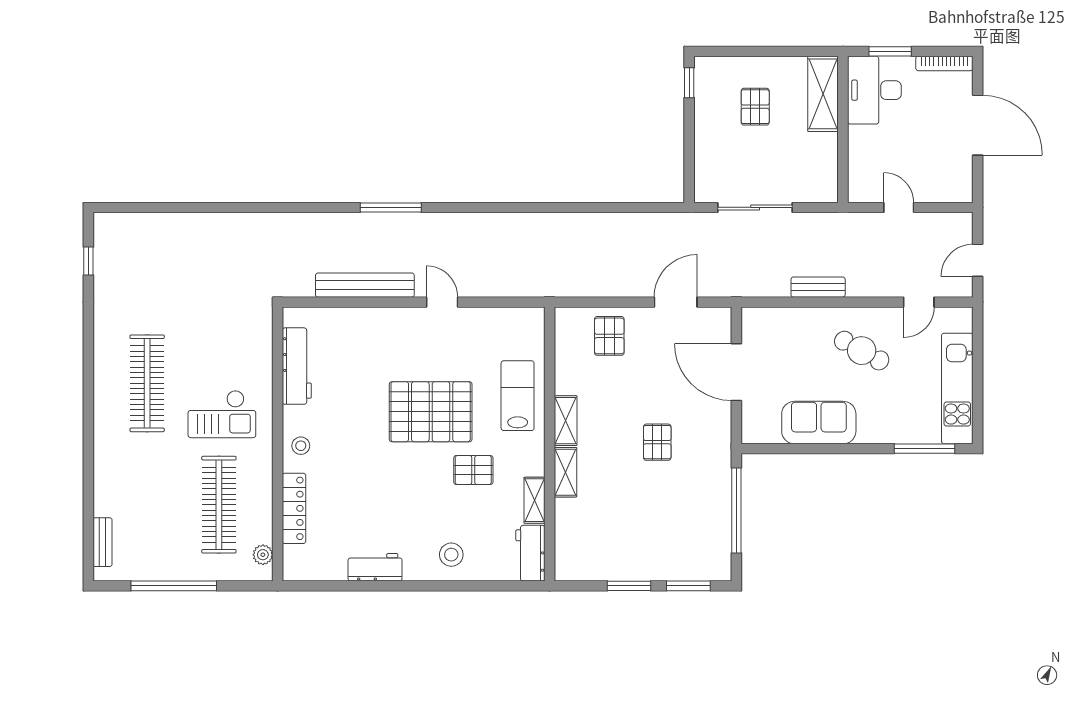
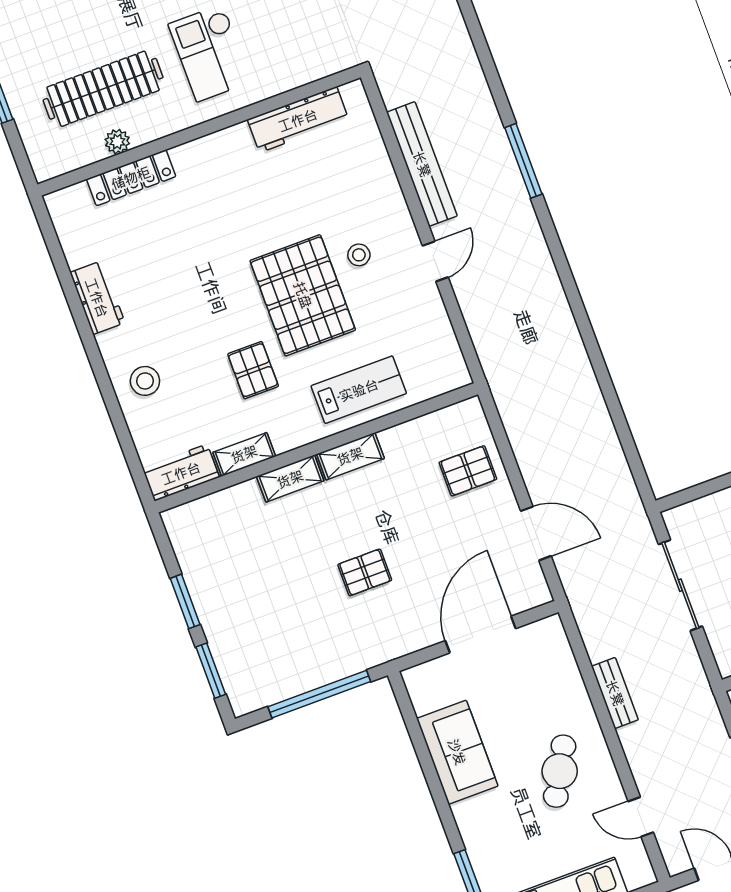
stool: (301, 446) -> (359, 255), moved
plant: (263, 555) -> (117, 142), moved

